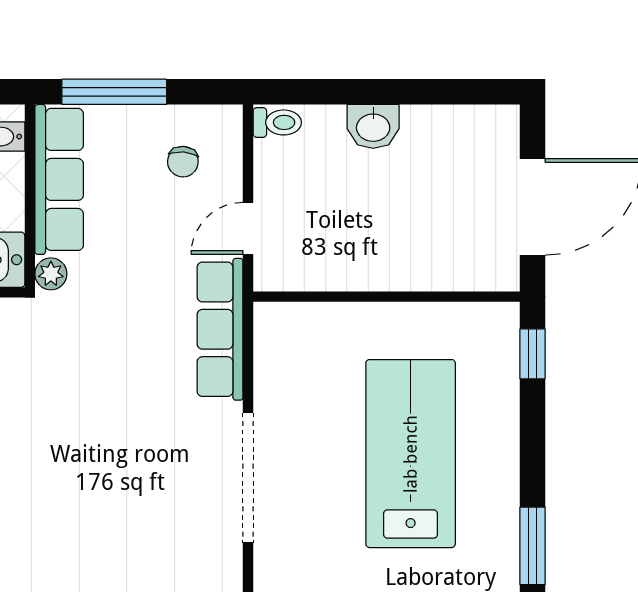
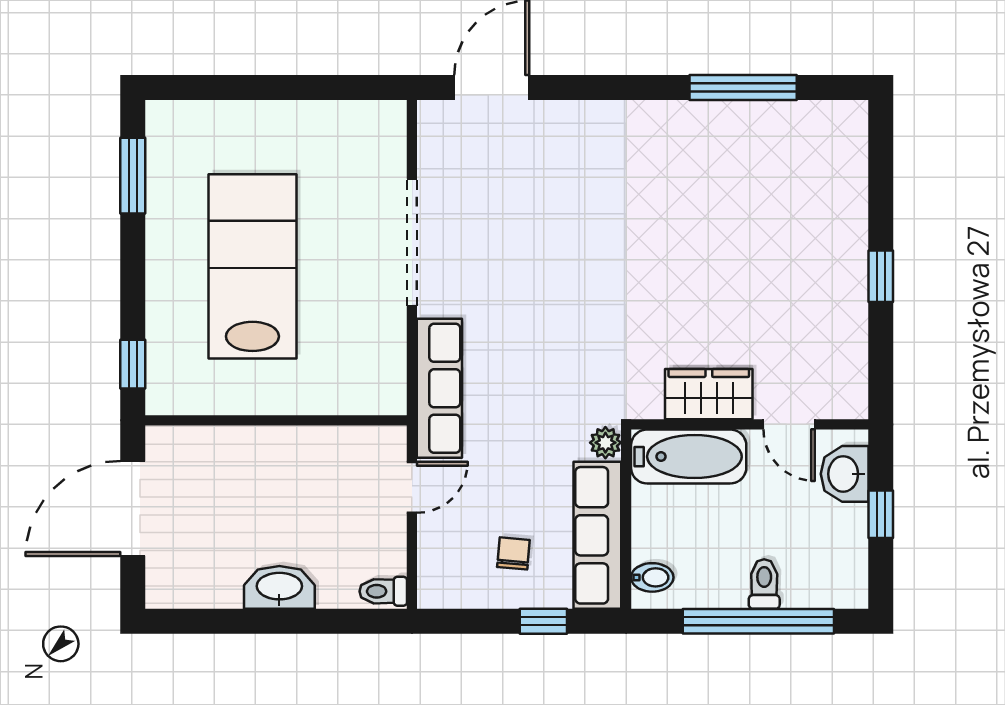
window: (114, 92) -> (543, 621), width x0.46
washbasin: (373, 126) -> (279, 587), width x1.38
chair: (183, 162) -> (513, 553), moved
lab bench: (411, 454) -> (252, 266), turned 180

